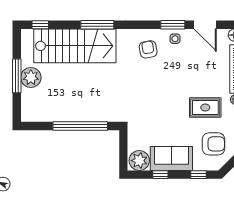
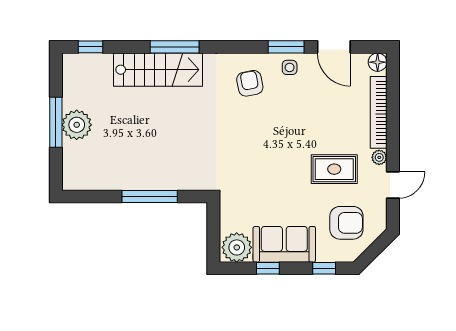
stairs: (75, 46) -> (158, 70), width x0.73, depth x0.66
window: (80, 126) -> (150, 196), width x0.68

